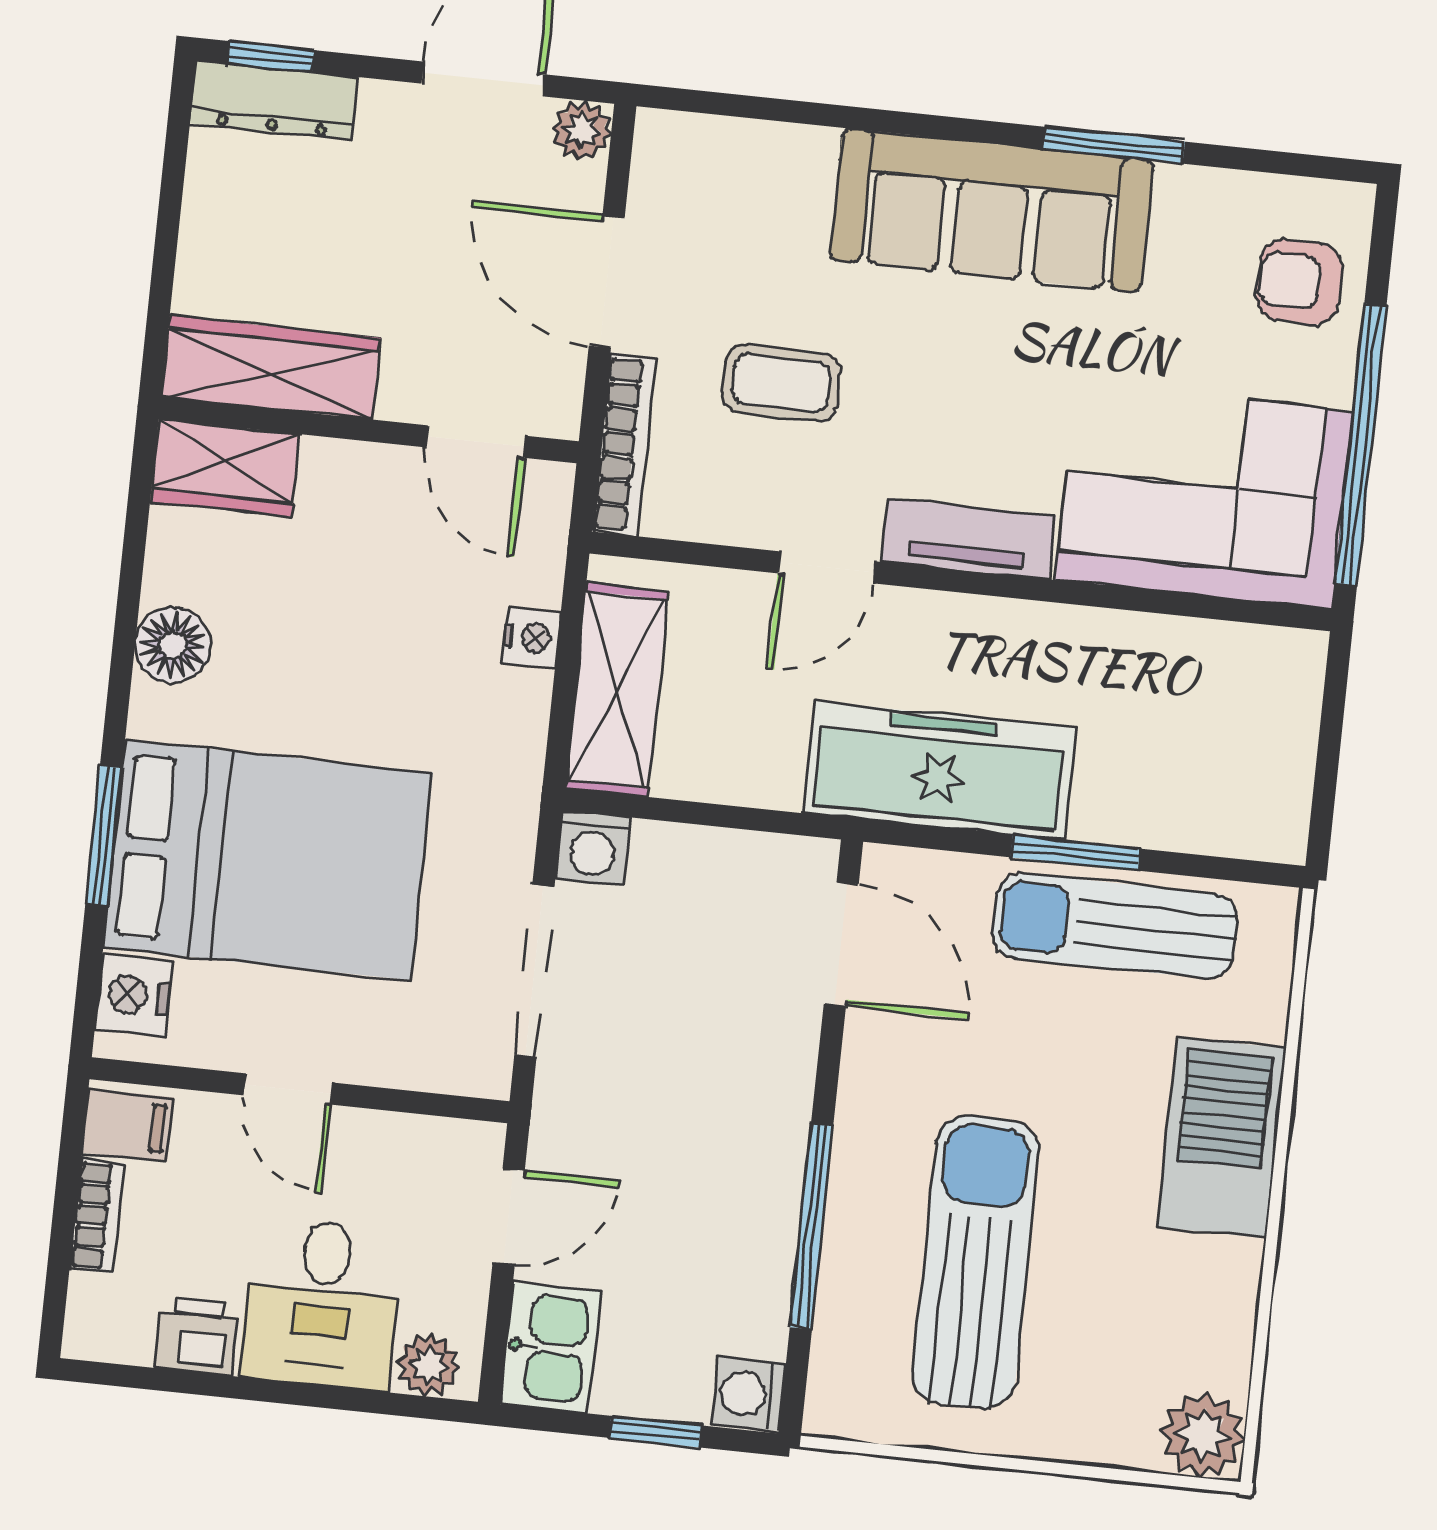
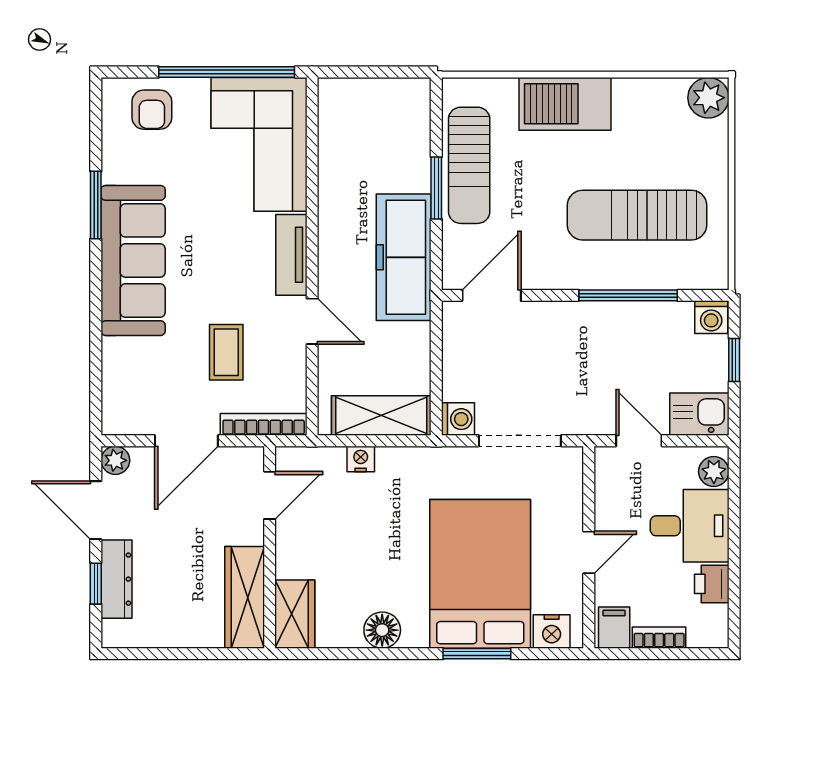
window: (271, 57) -> (96, 584), moved
dresser: (274, 100) -> (116, 579), moved

